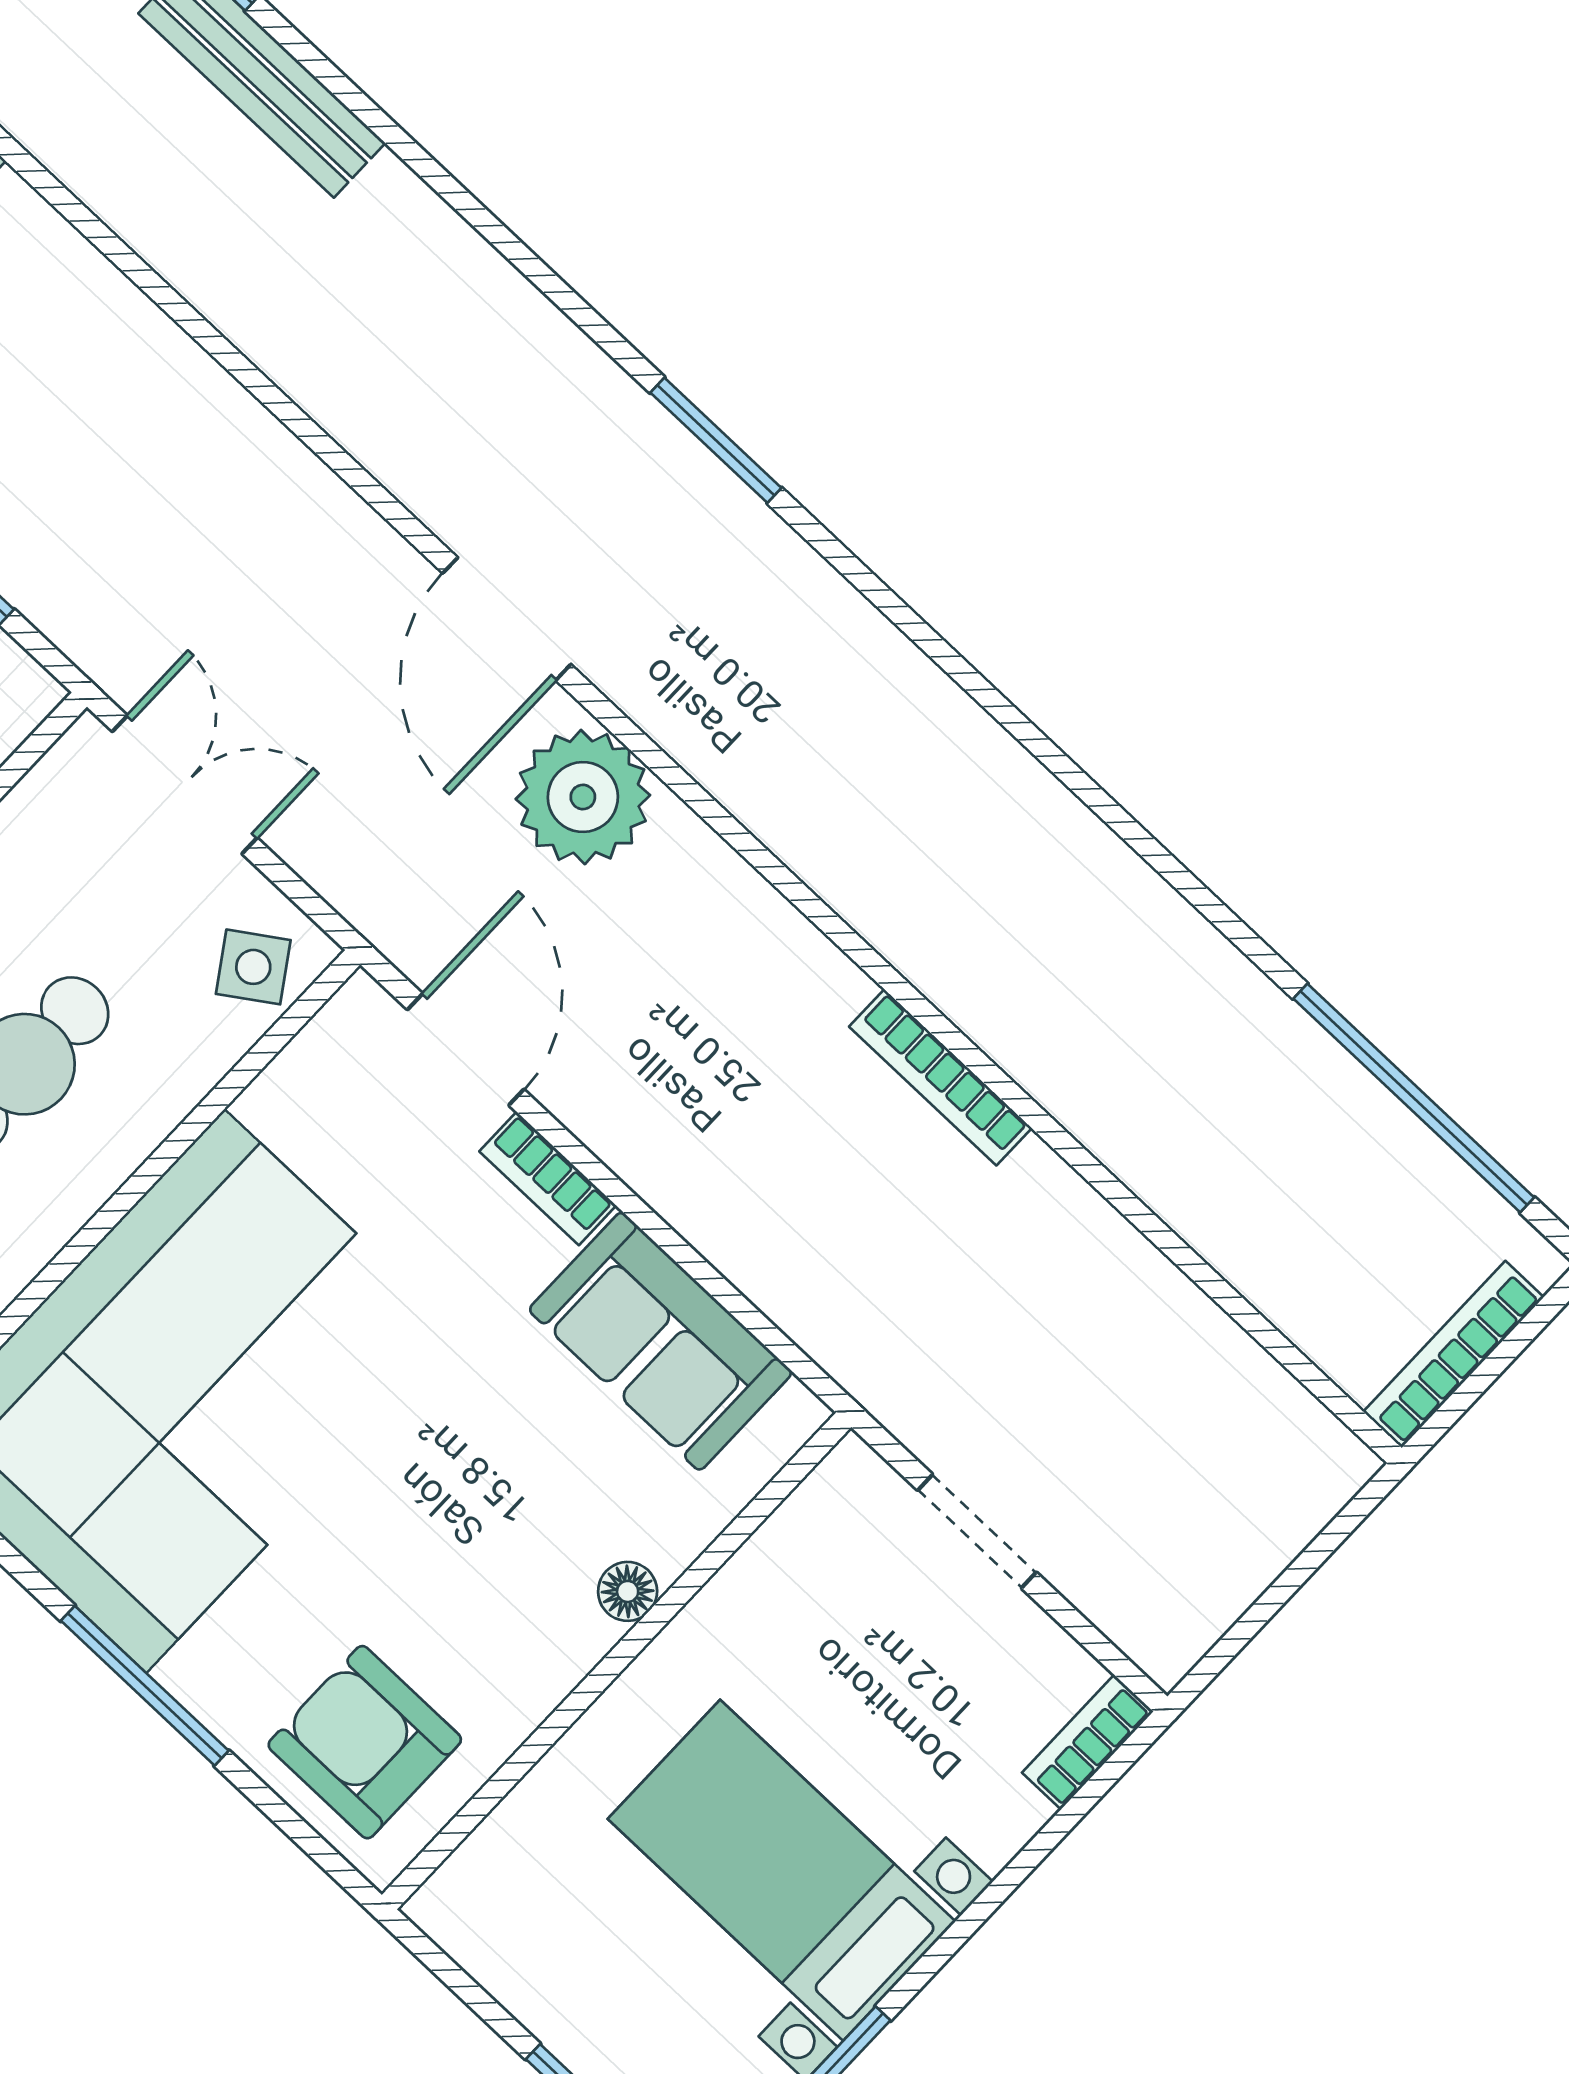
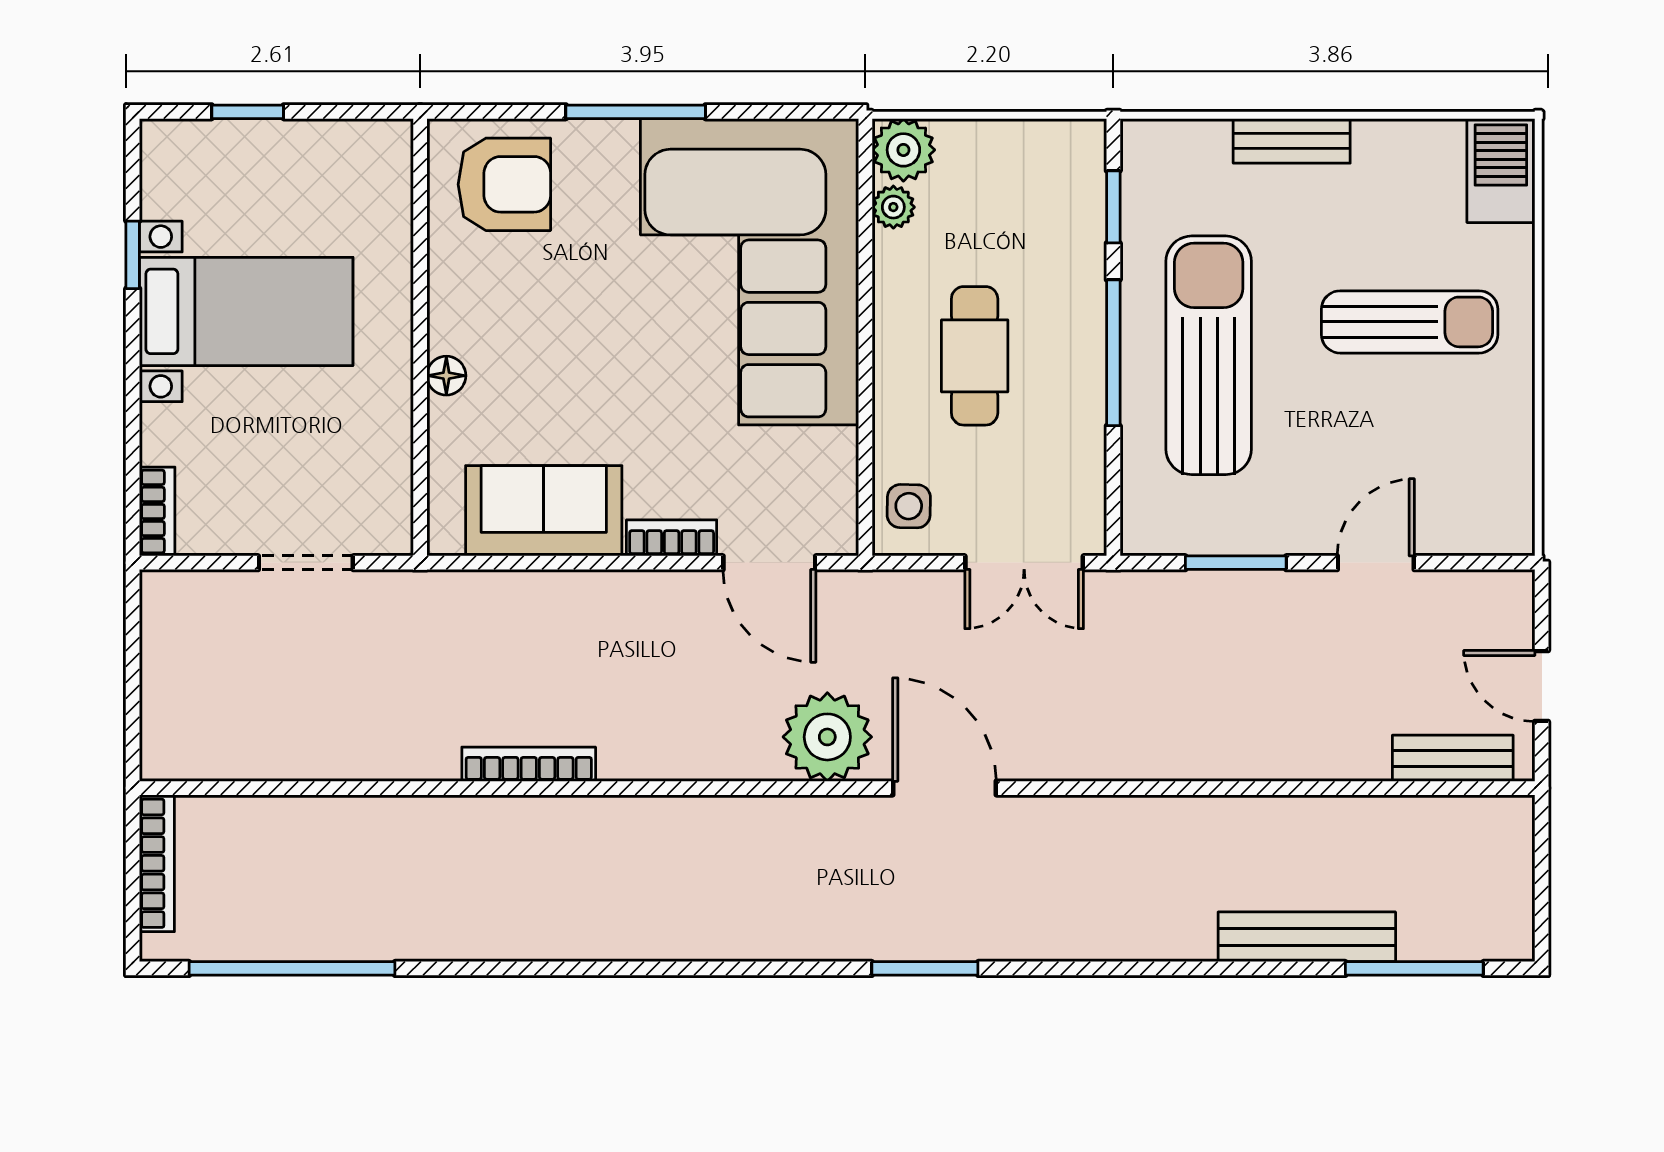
side table: (253, 967) -> (909, 506), turned 35

